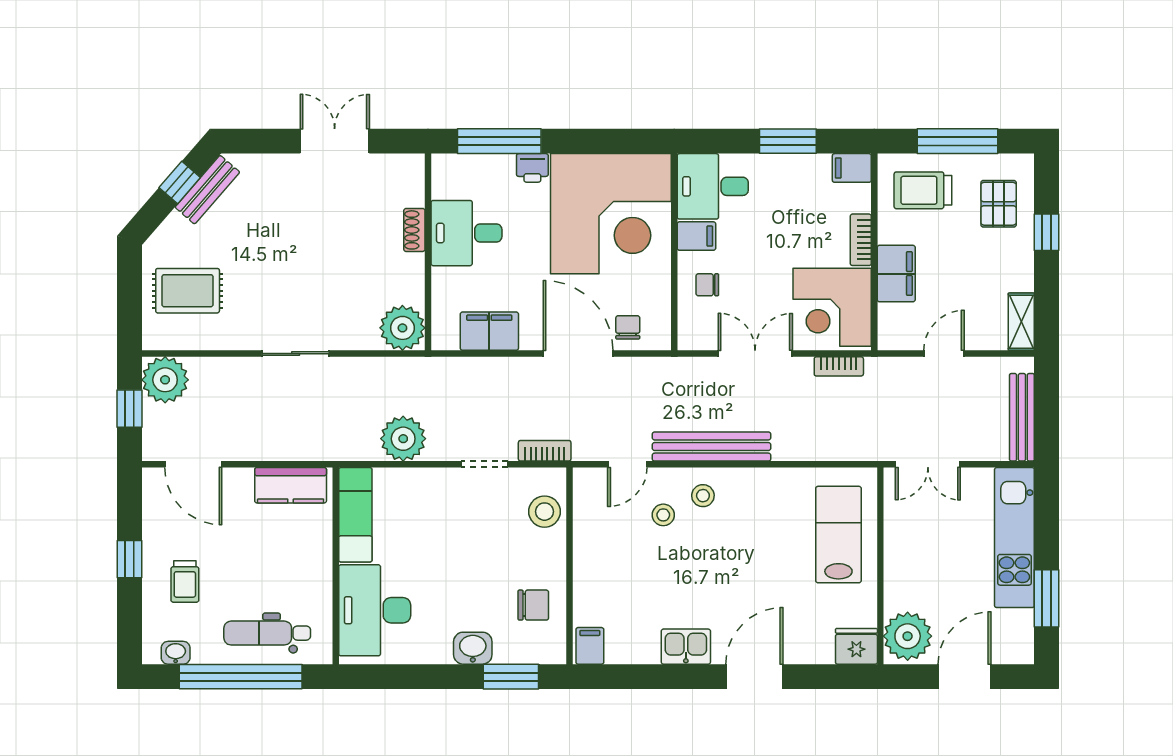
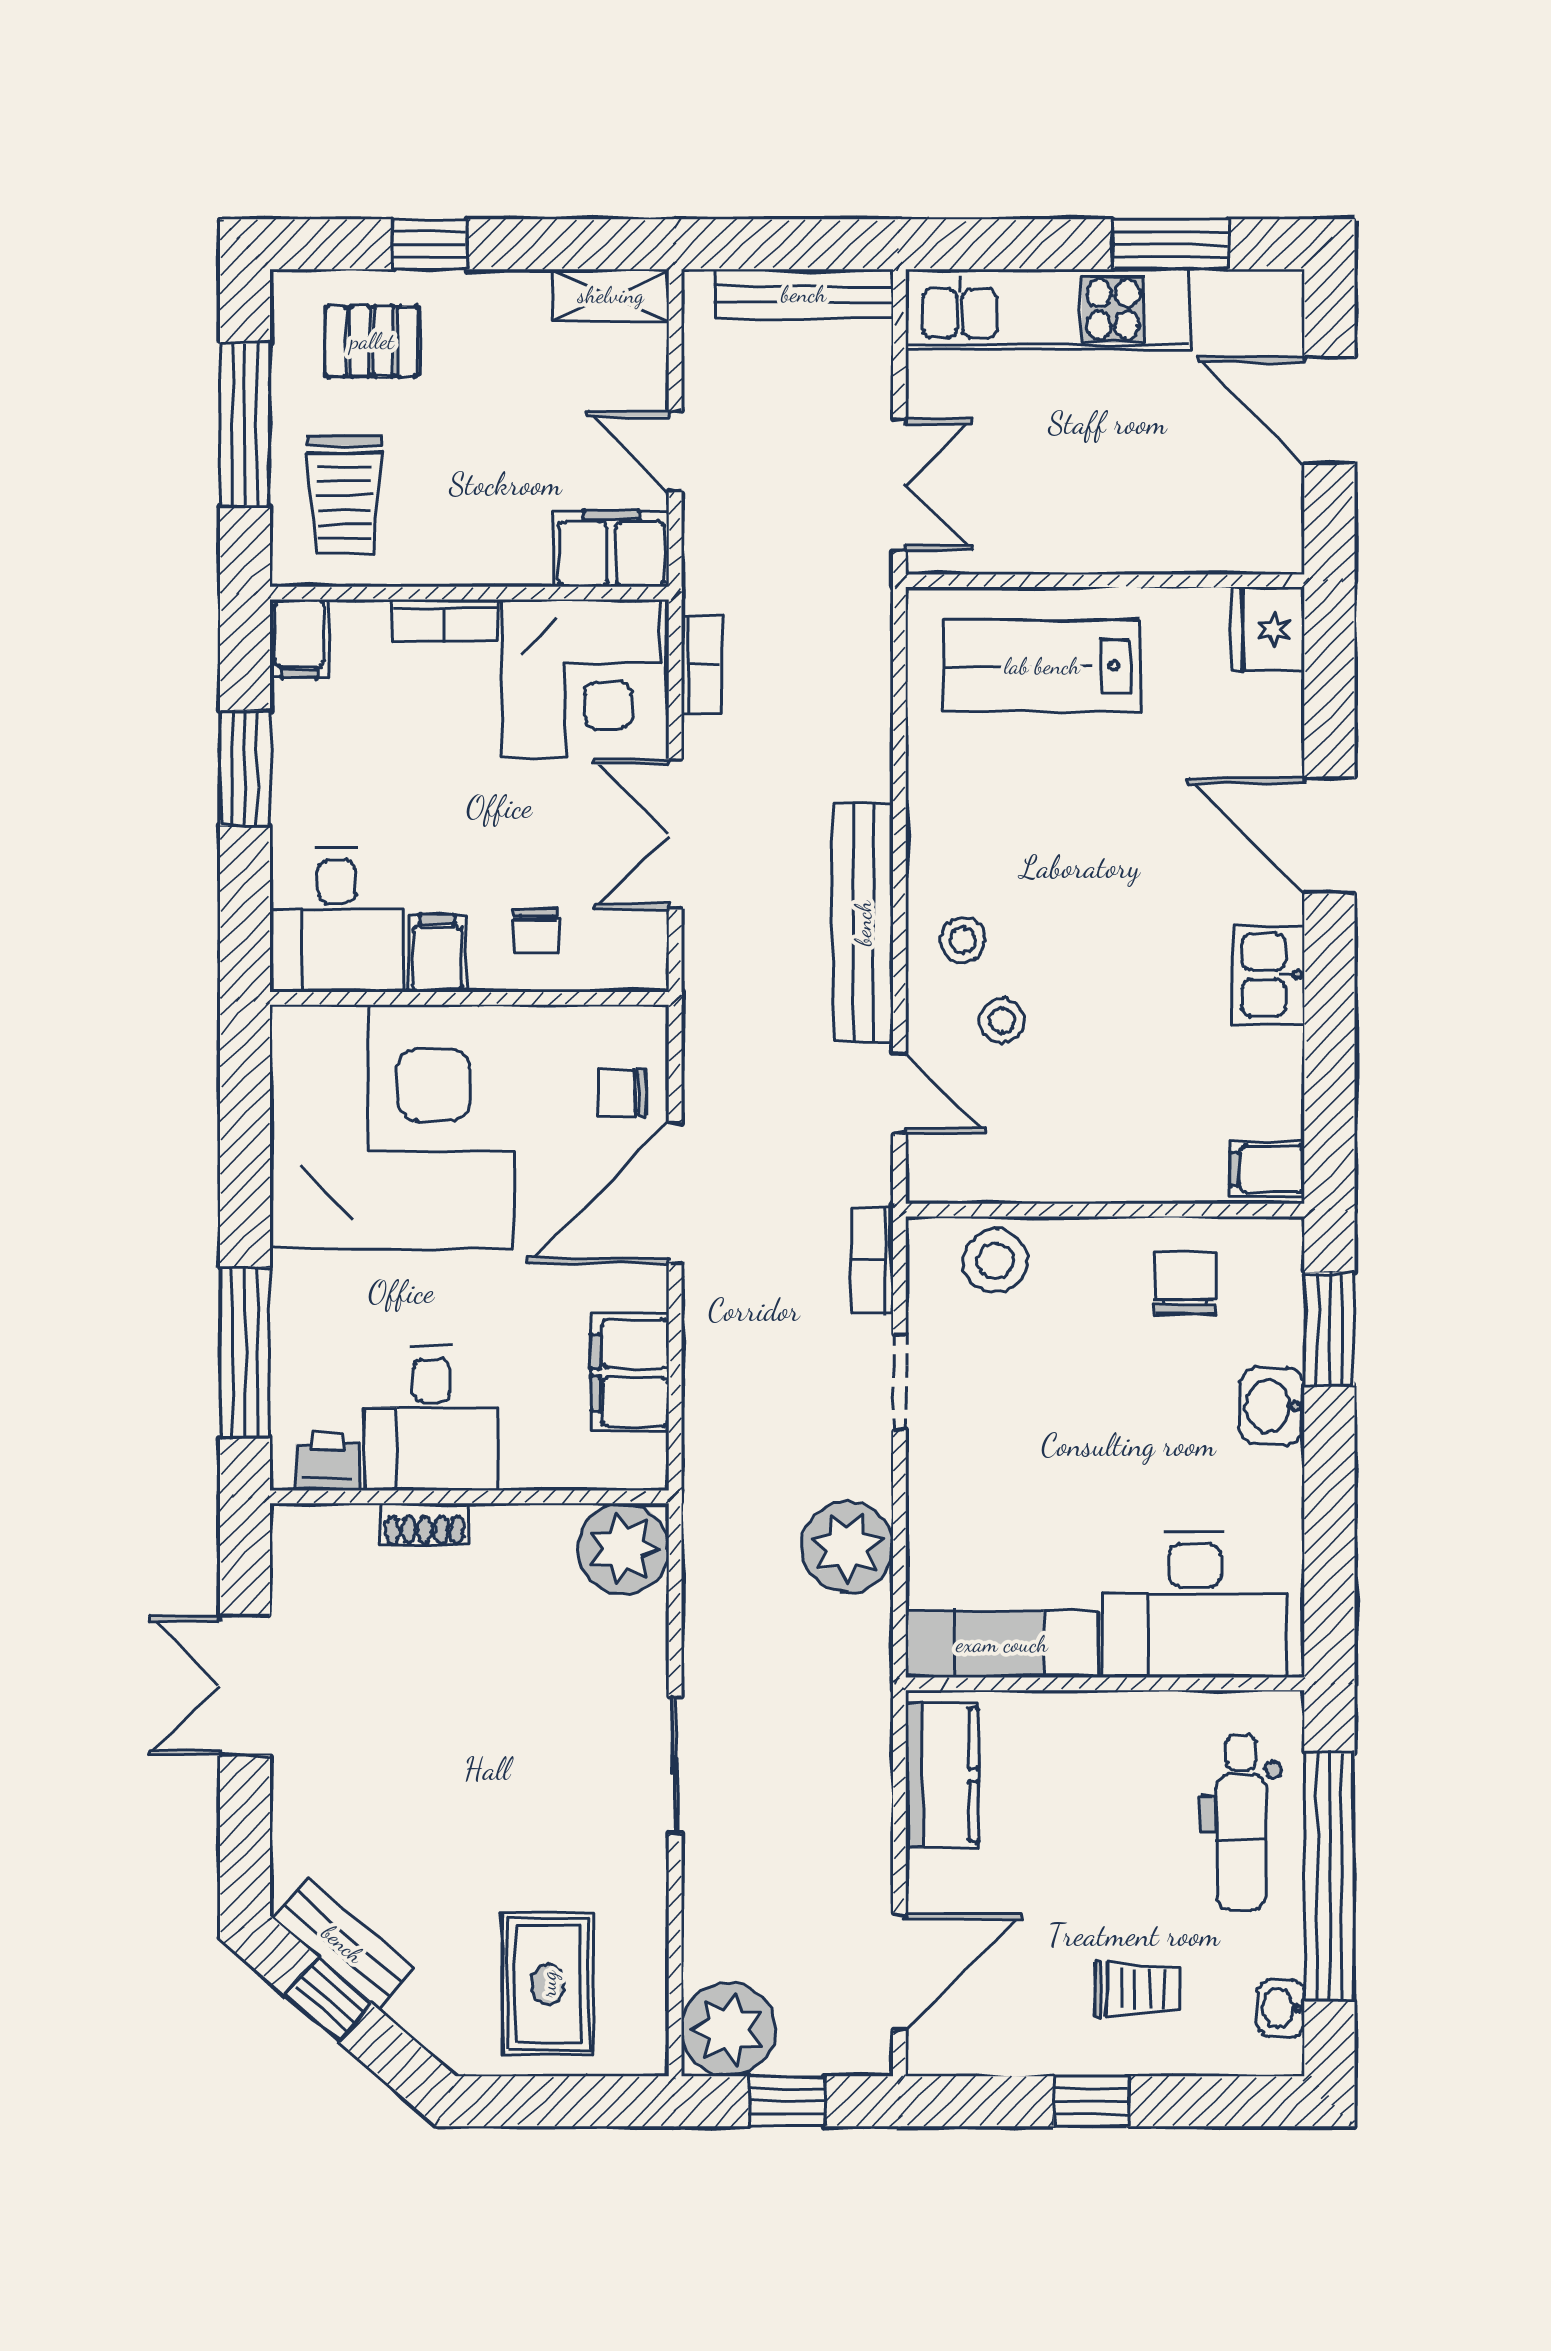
printer: (532, 168) -> (328, 1461), moved, turned -90
filing cabinet: (896, 274) -> (611, 549), moved
plant: (908, 636) -> (1248, 526), removed

